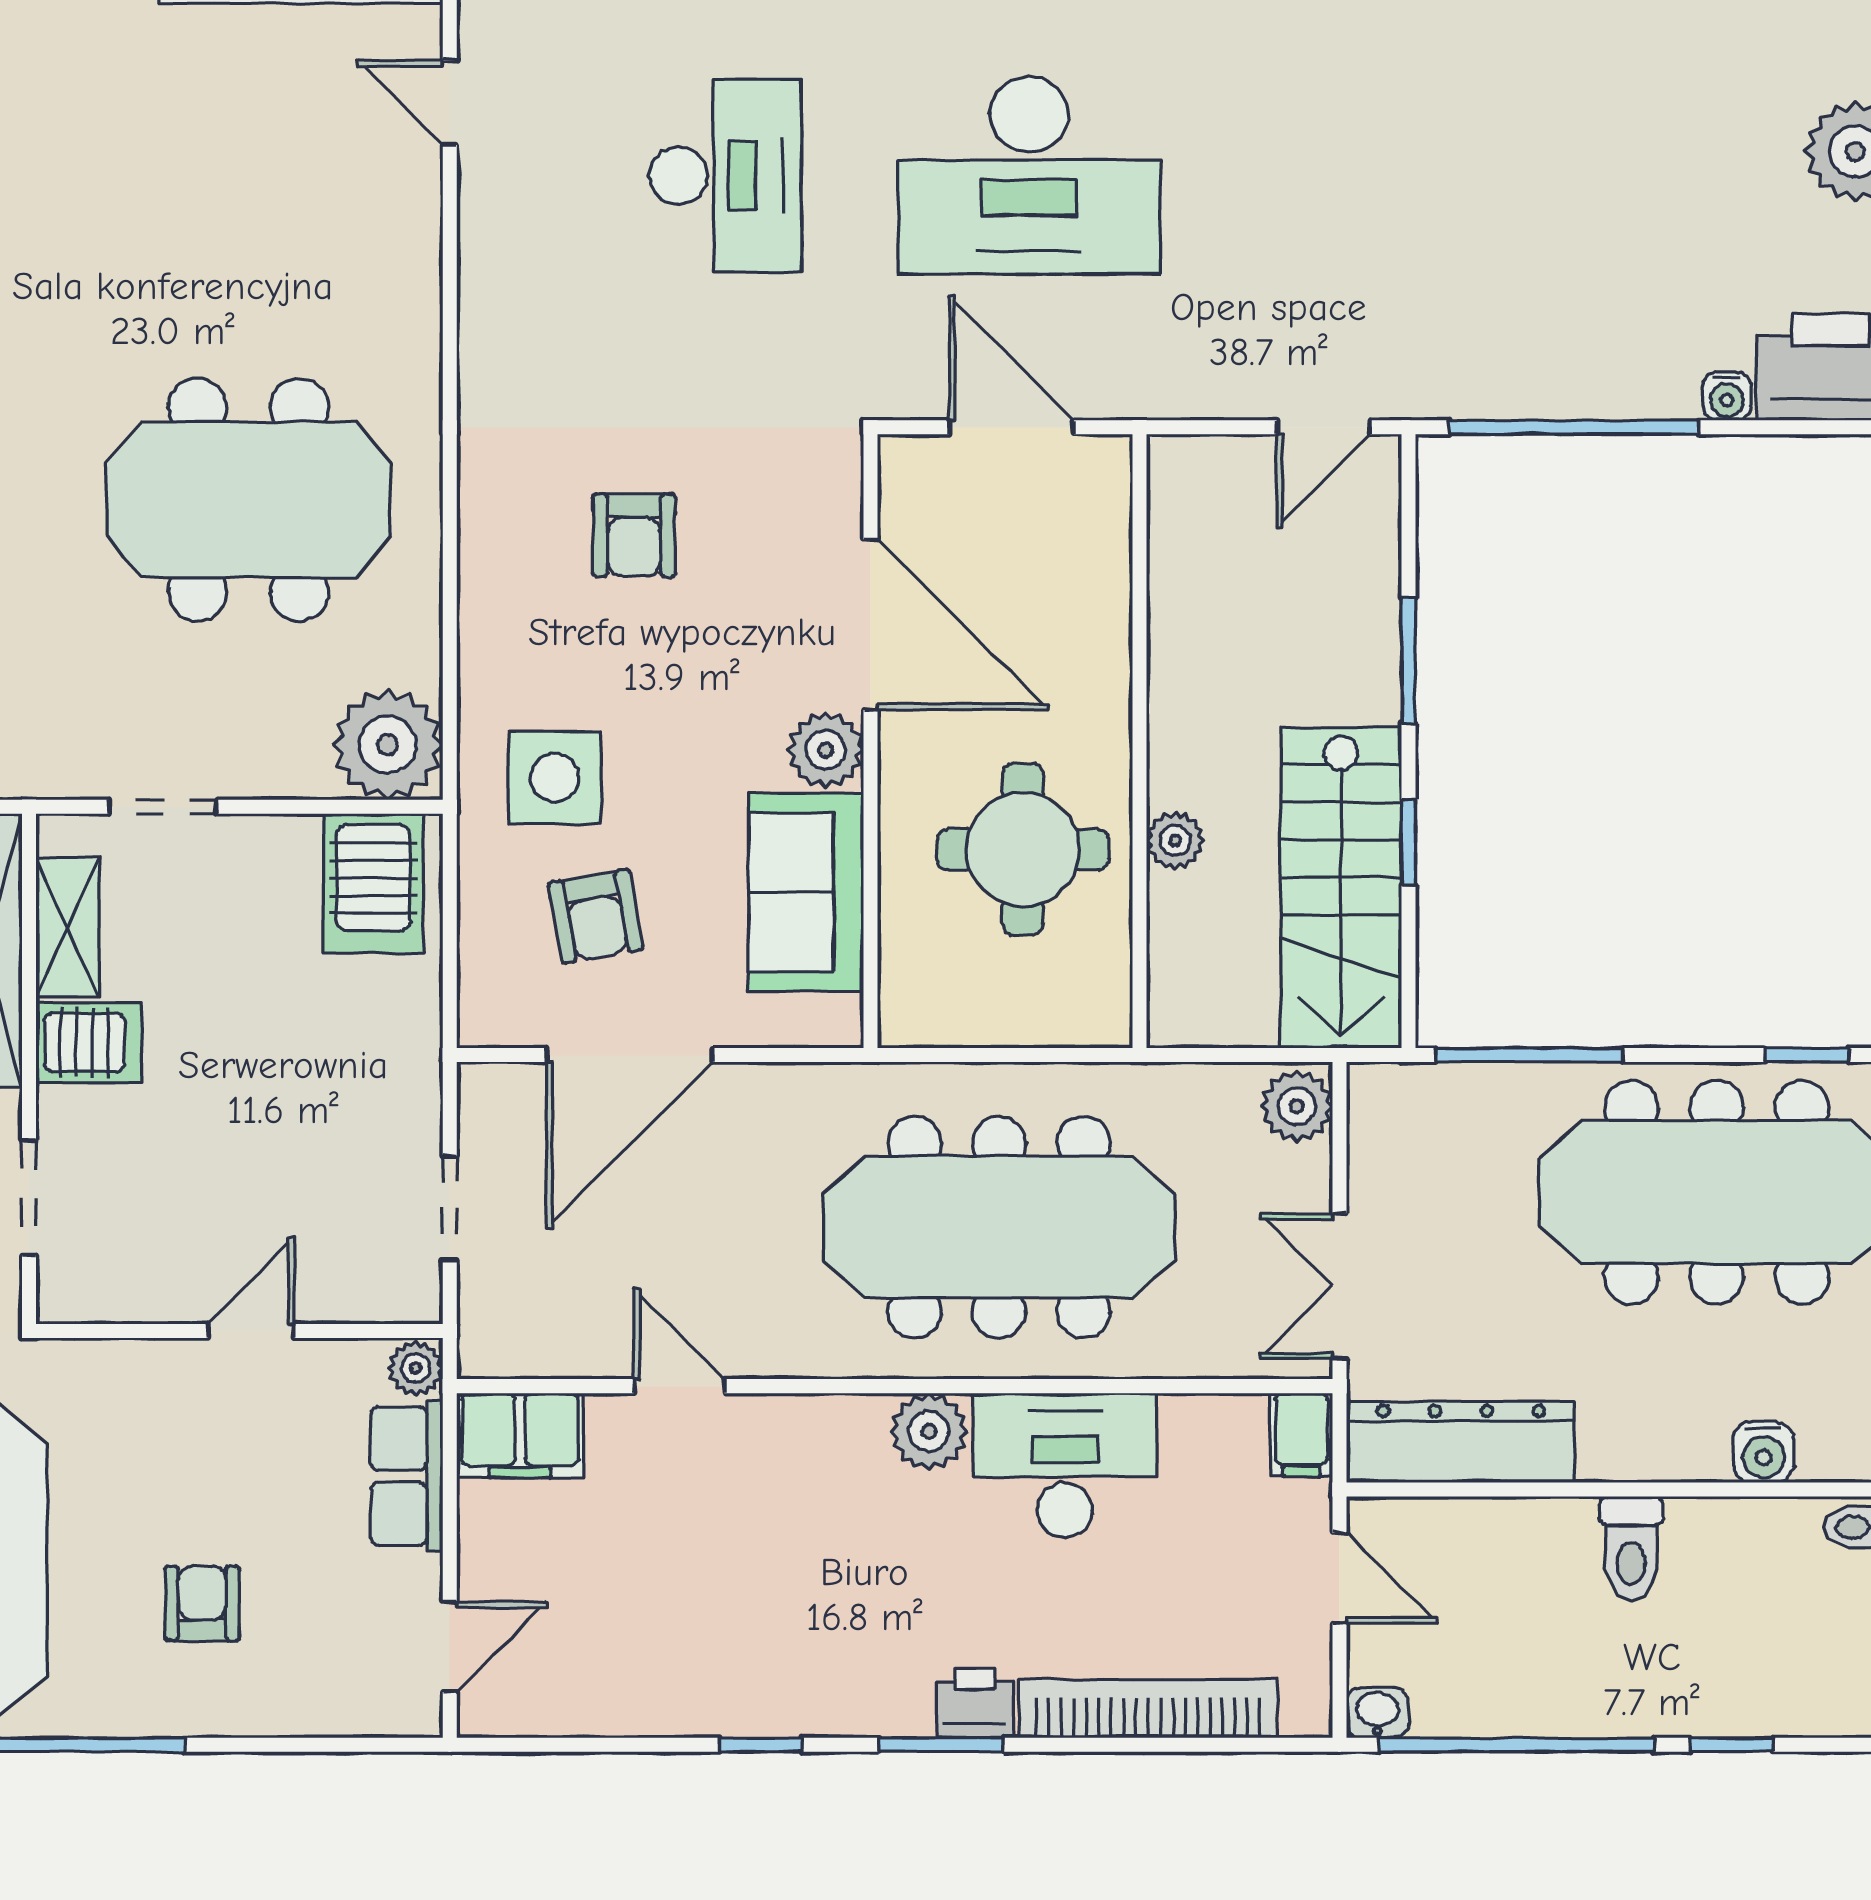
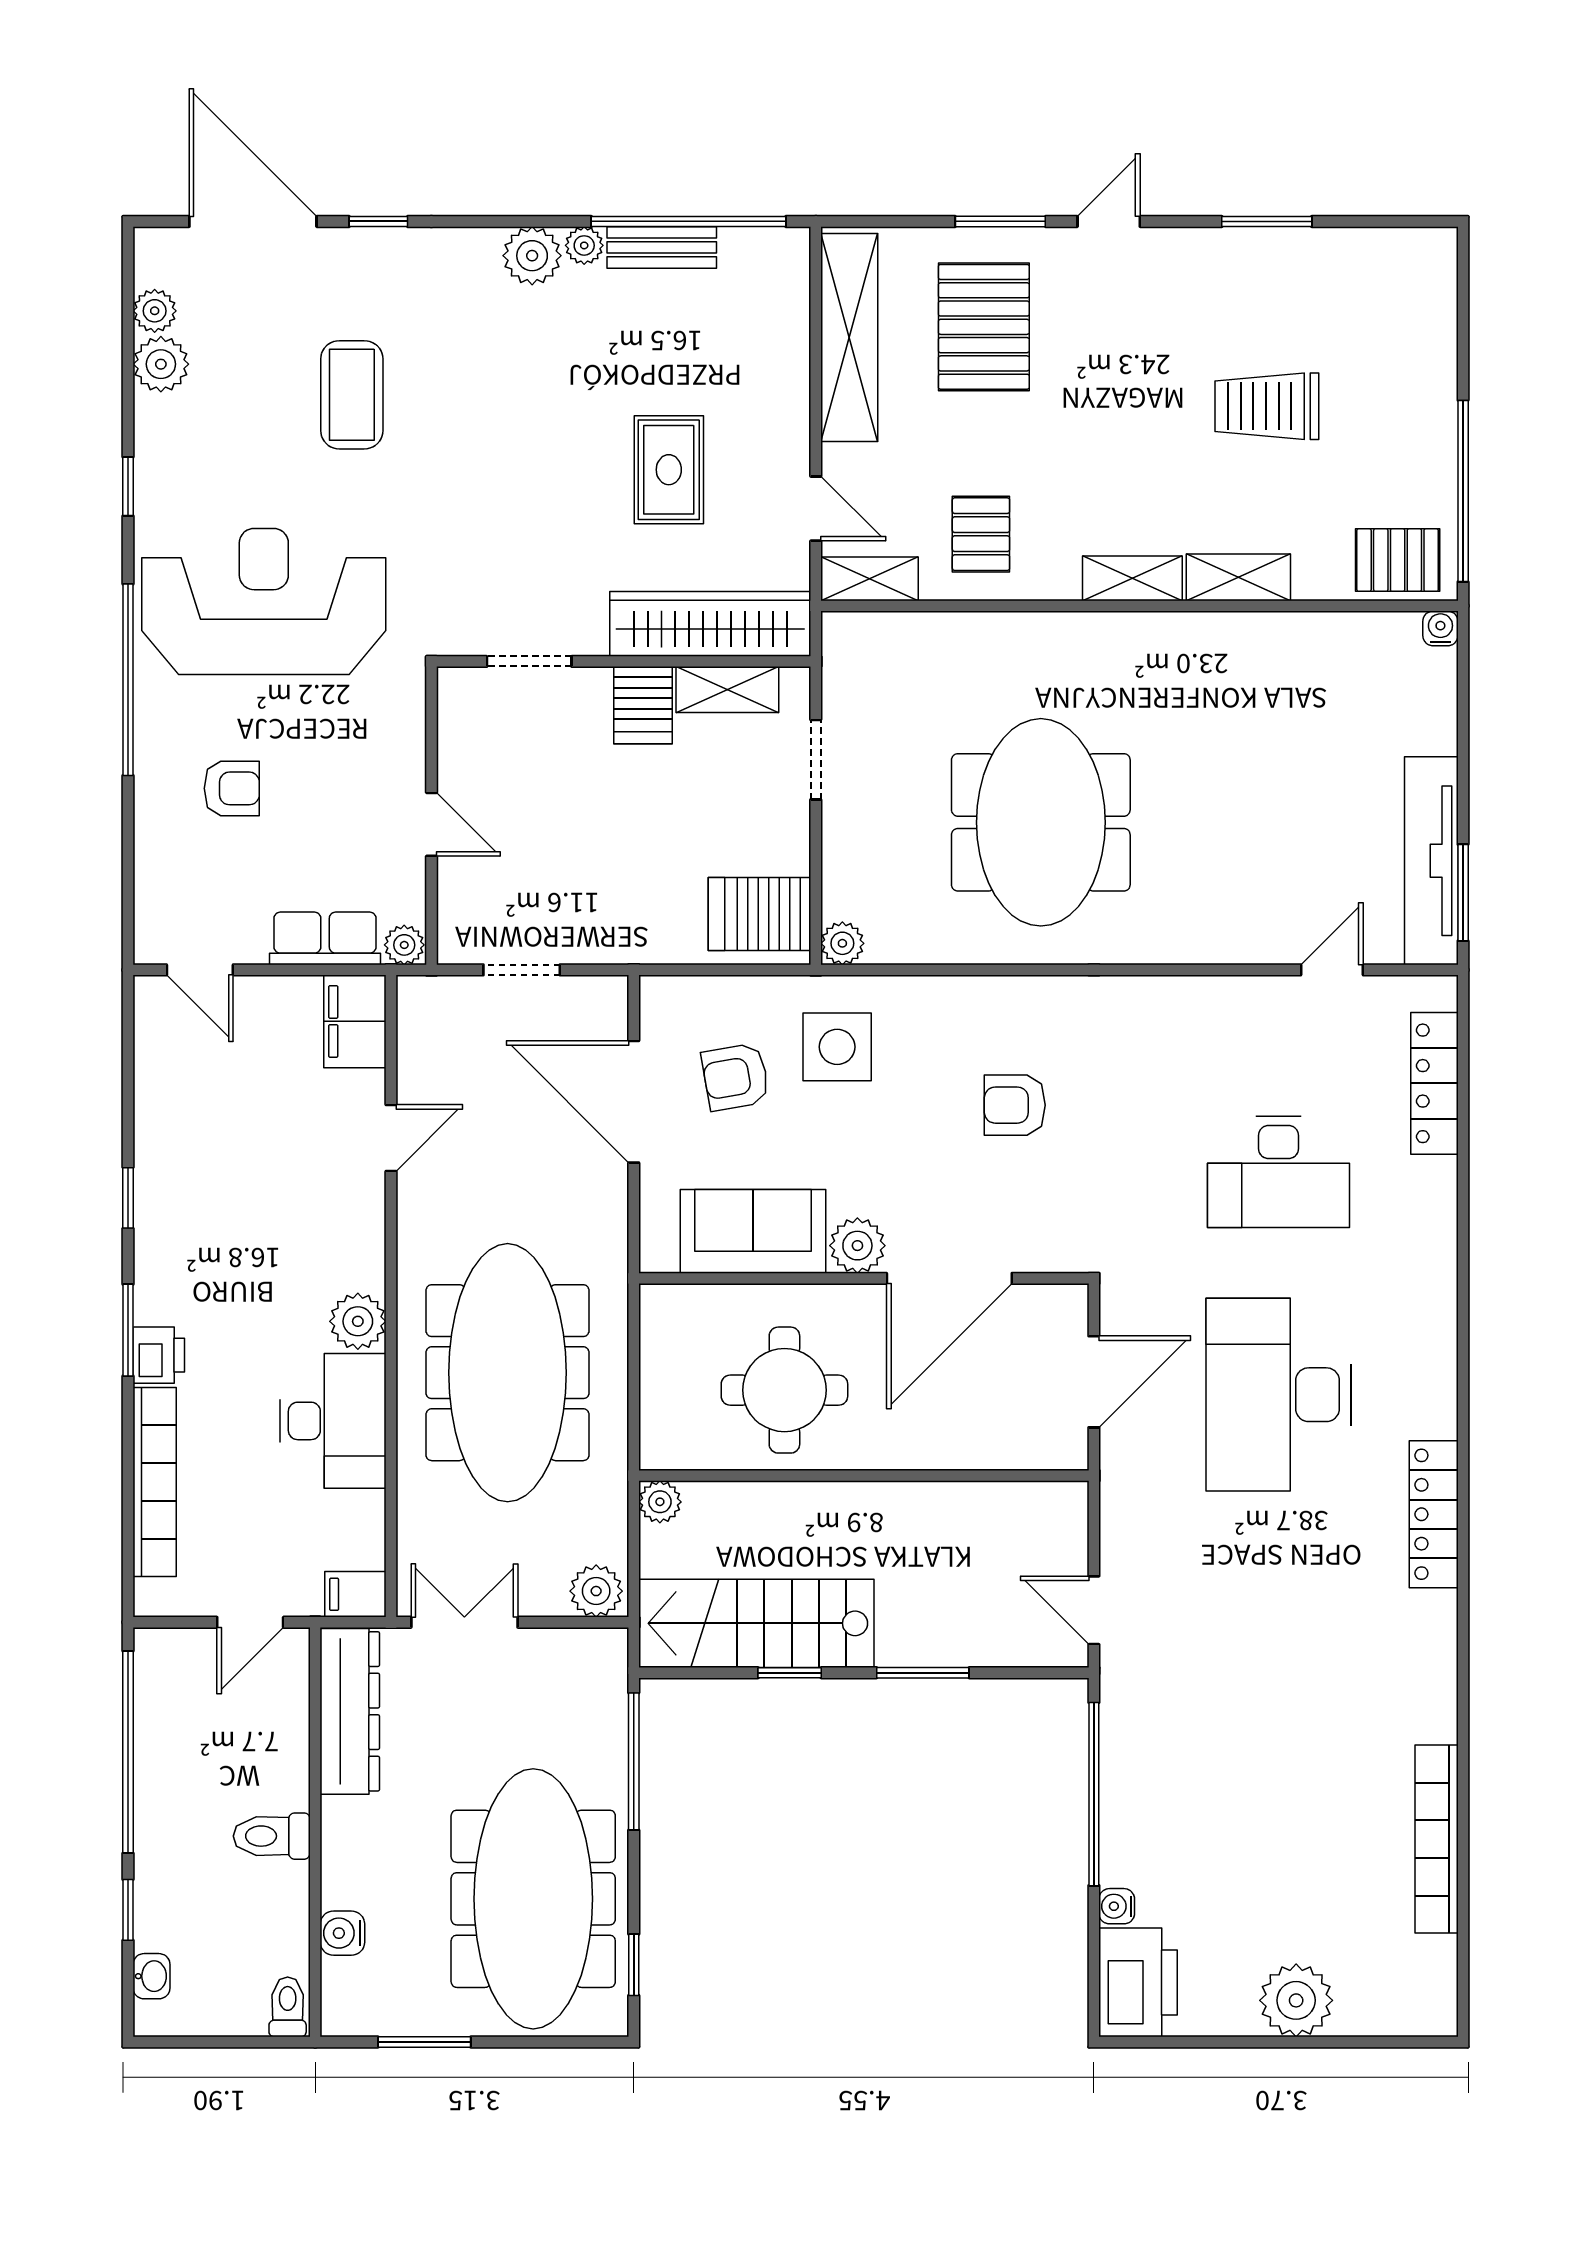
plant: (388, 745) -> (842, 943), width x0.53, depth x0.53
plant: (1175, 840) -> (660, 1502), moved
washbasin: (1377, 1713) -> (151, 1976), moved

